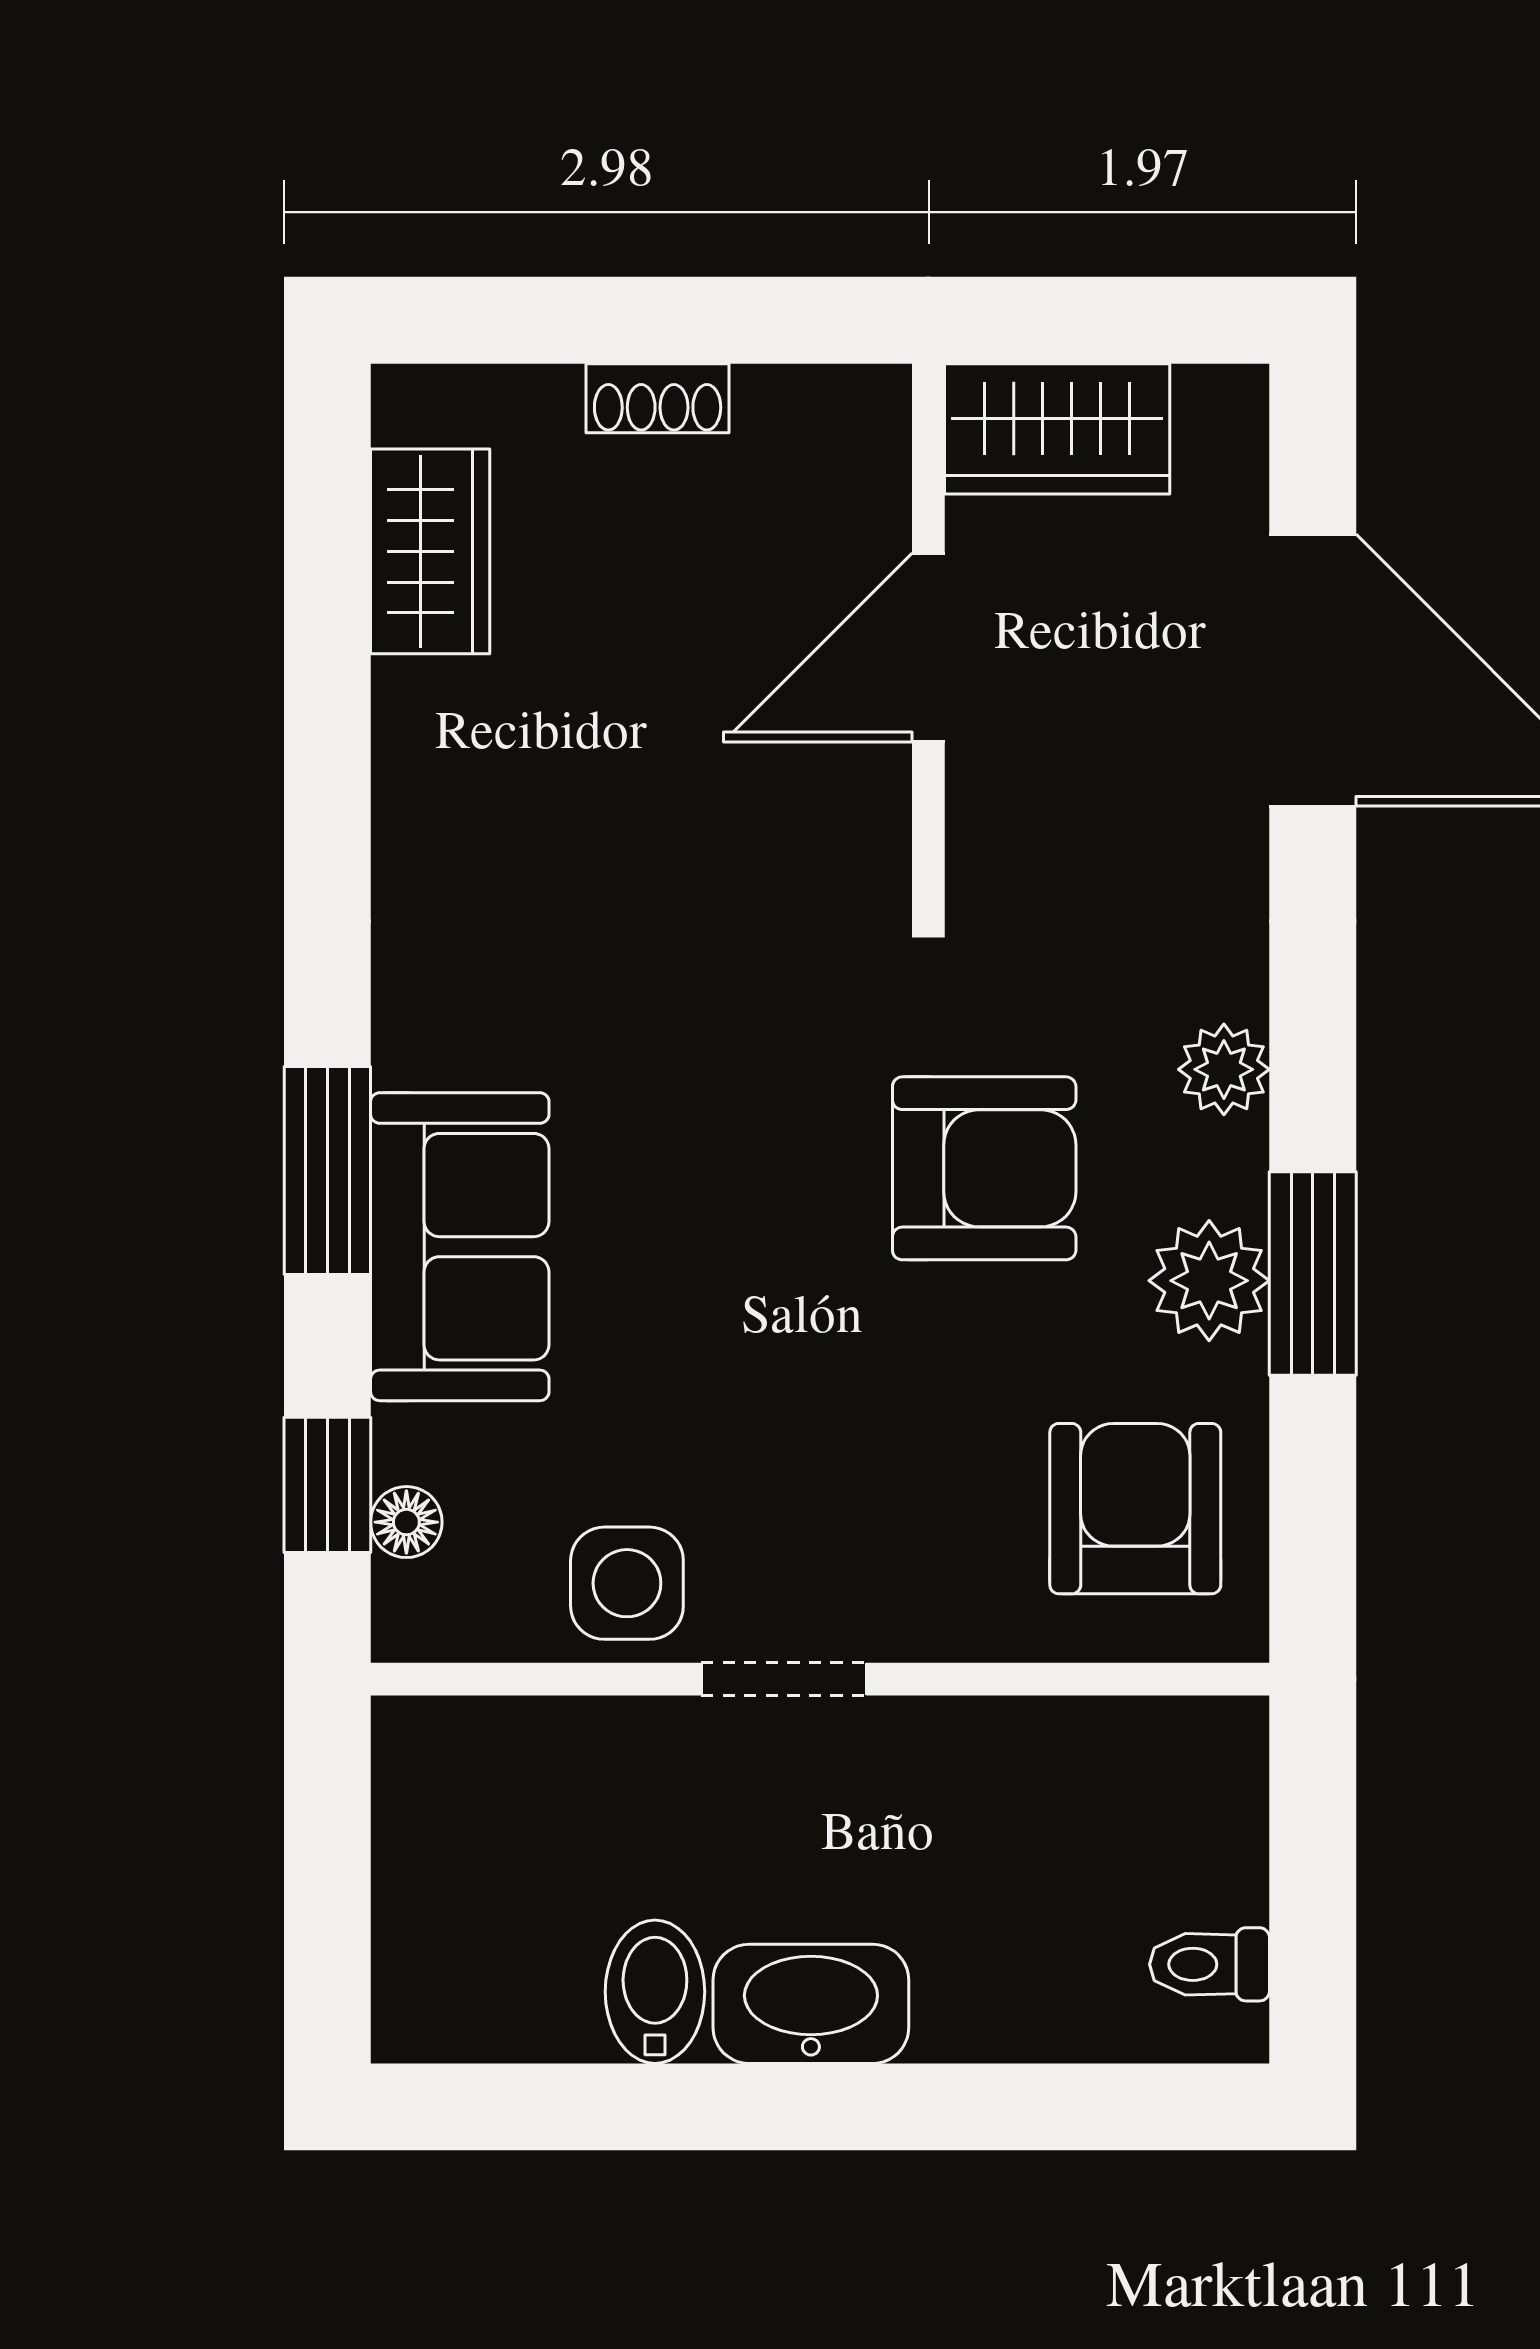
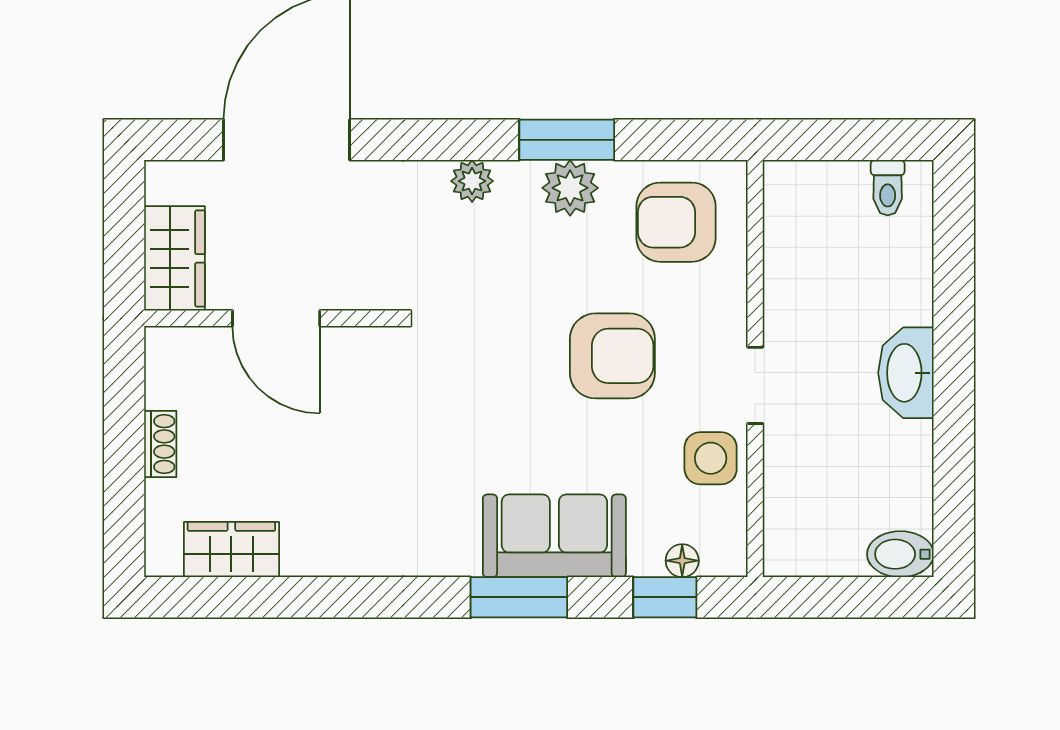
armchair: (984, 1168) -> (612, 356), moved, turned 90
bidet: (655, 1992) -> (900, 554), moved

